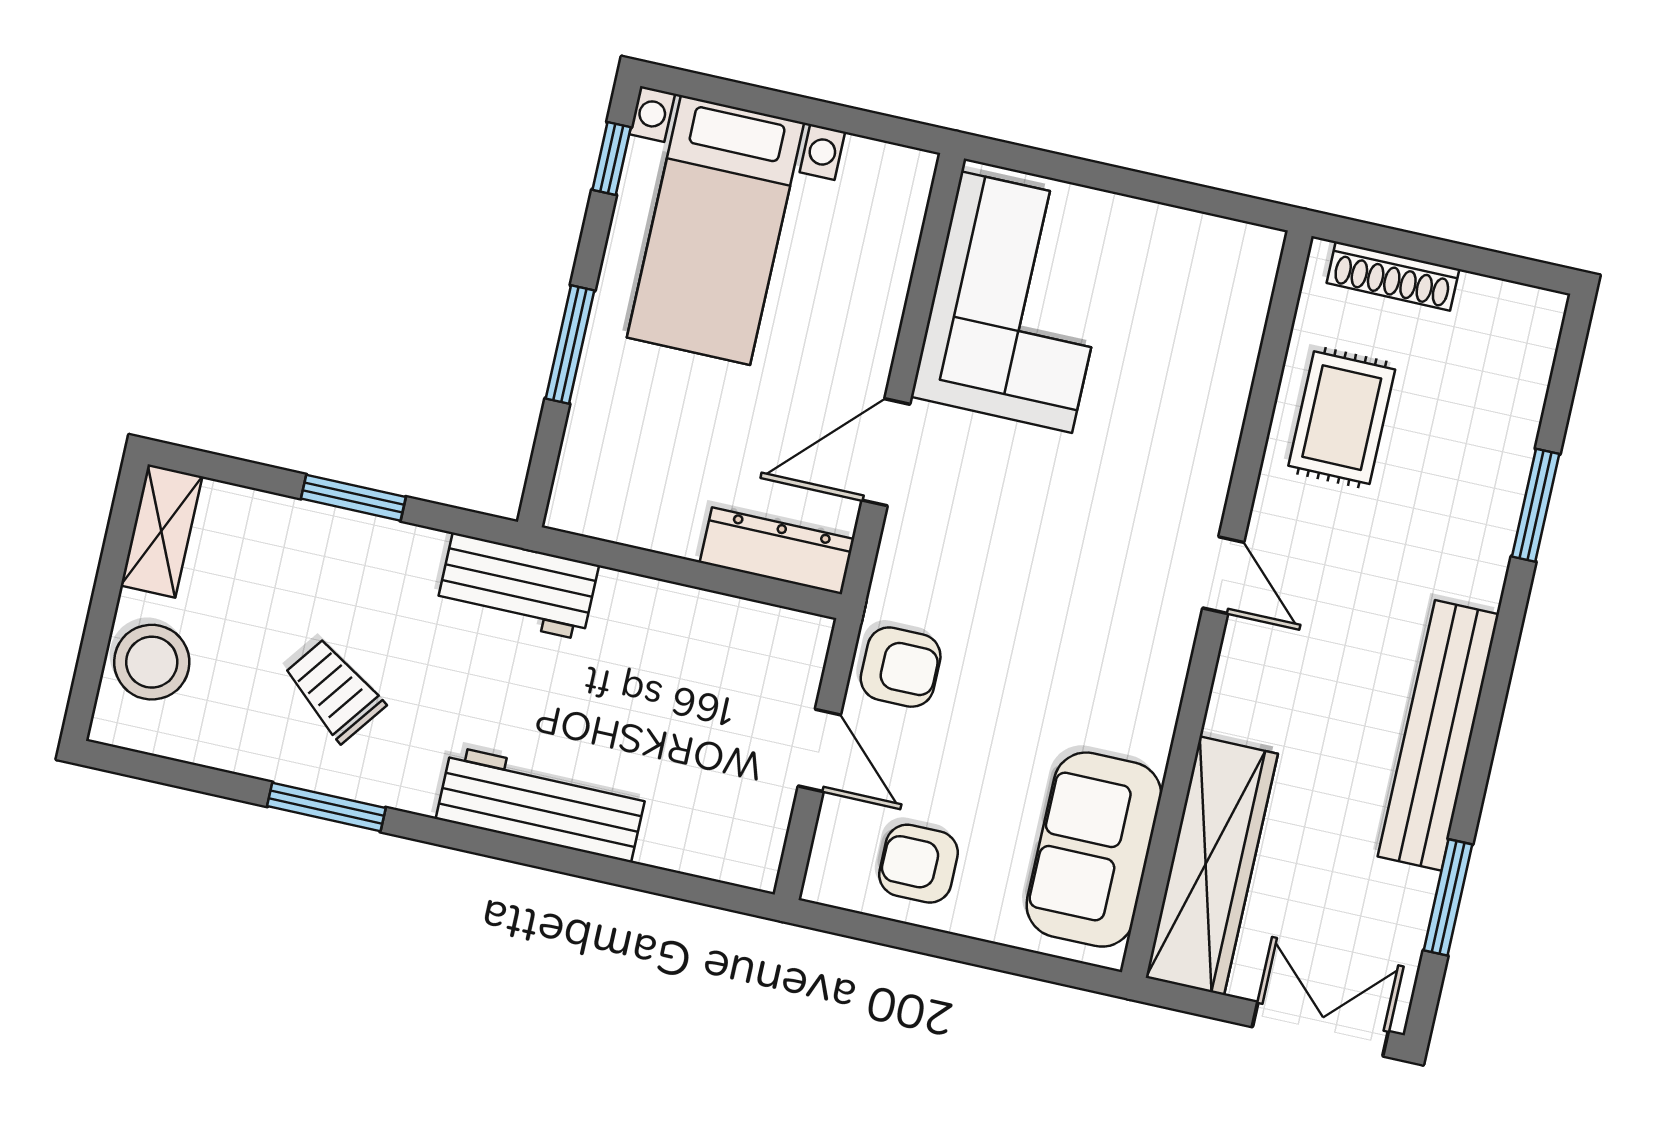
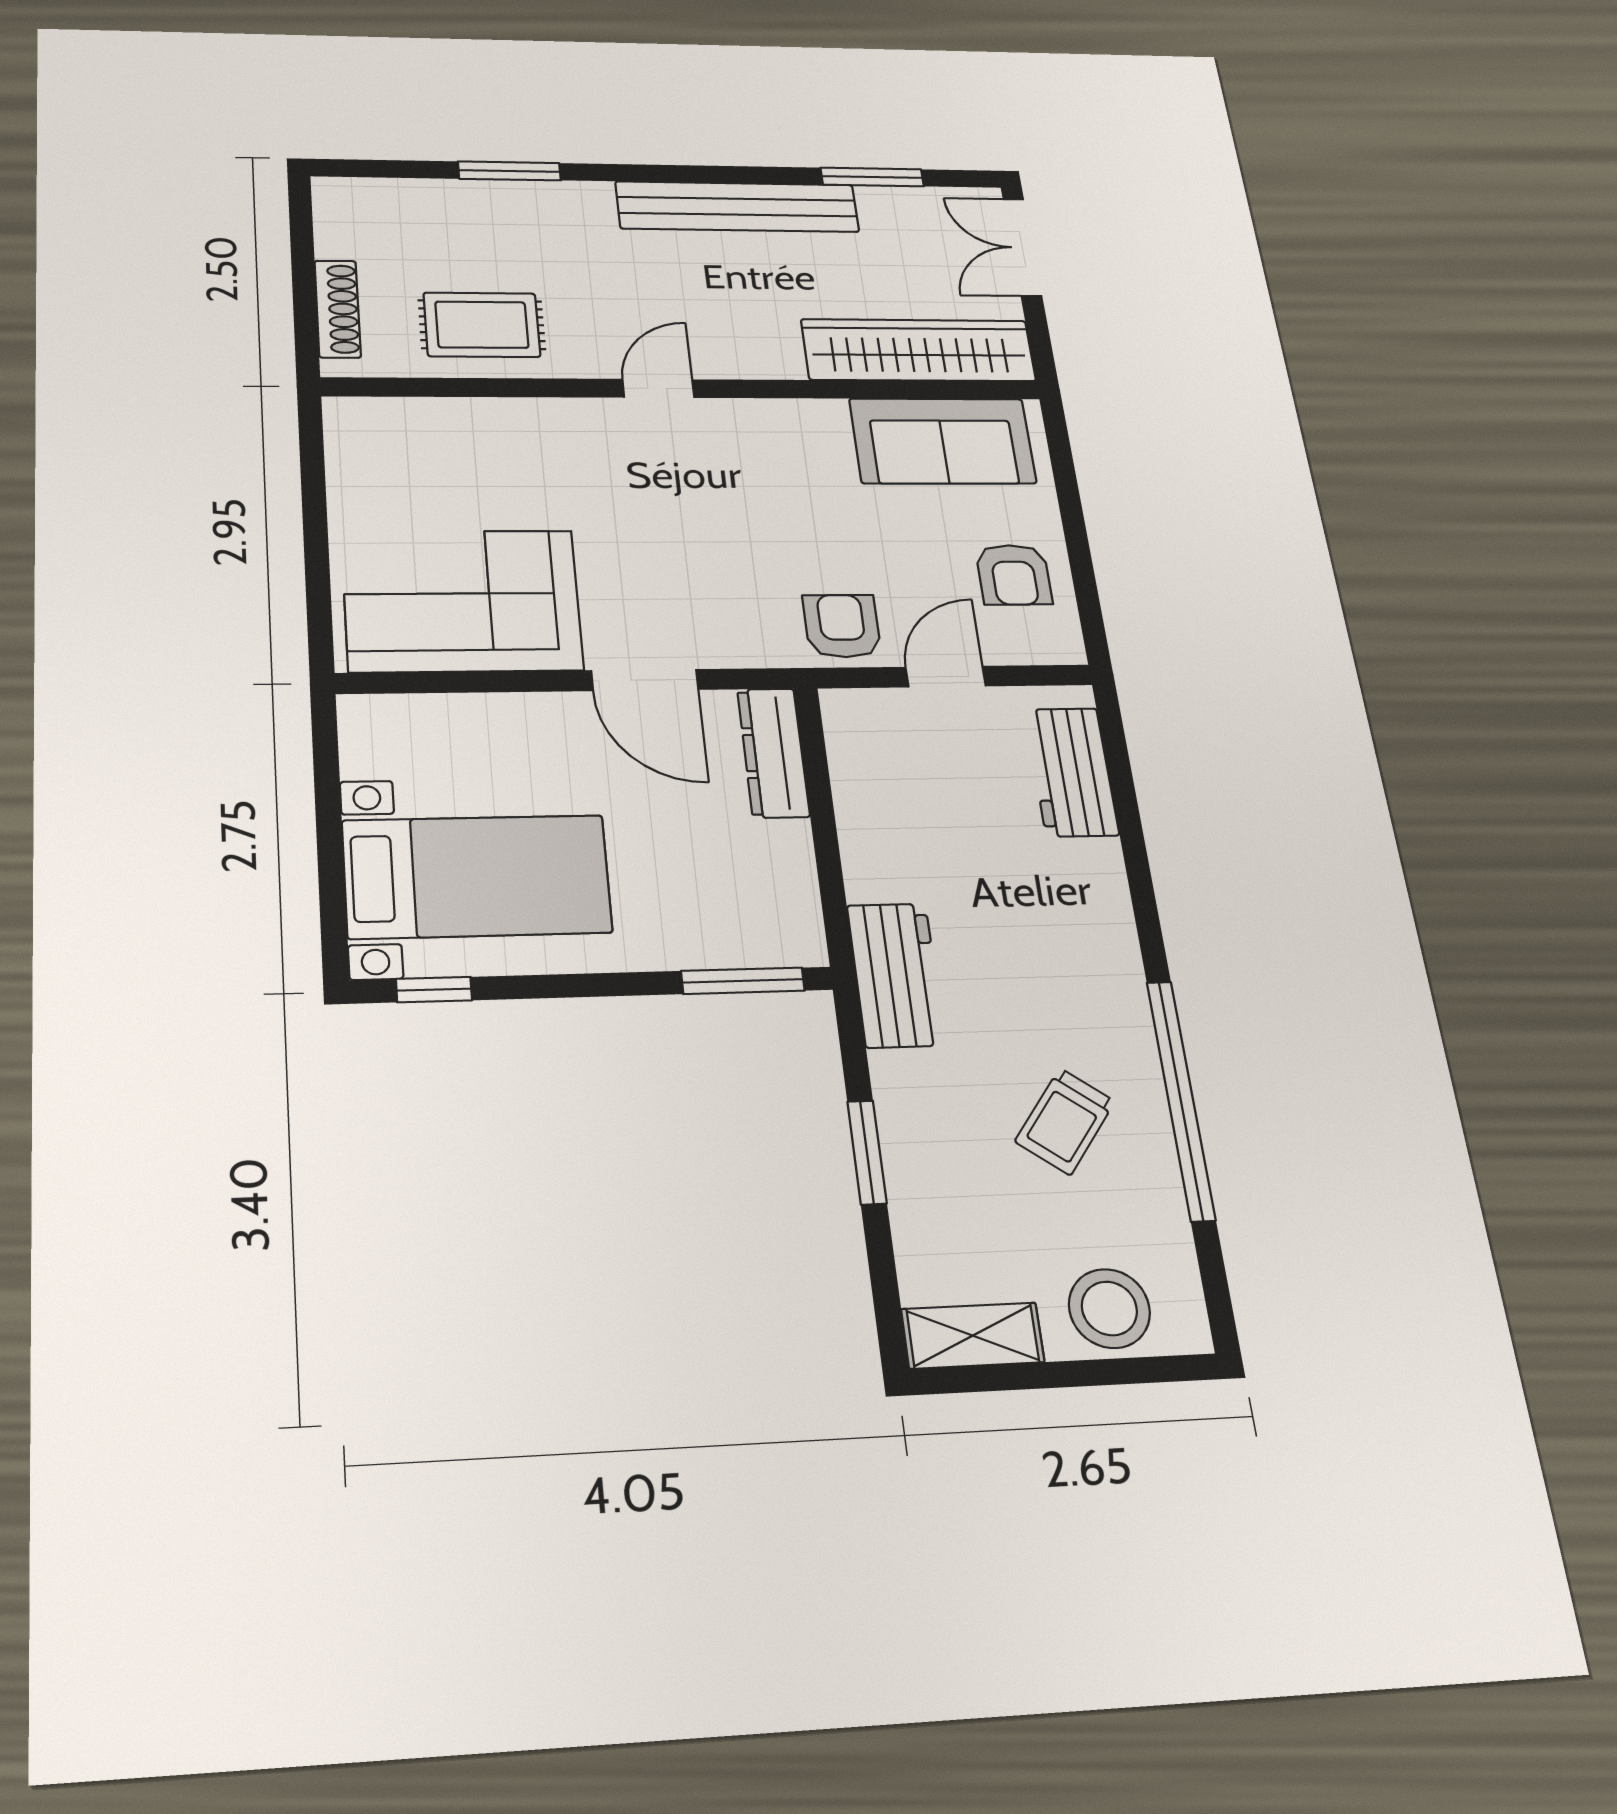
window: (570, 344) -> (743, 981), moved
workbench: (541, 804) -> (1072, 772), moved, width x0.73
window: (326, 807) -> (1181, 1100), width x2.11

